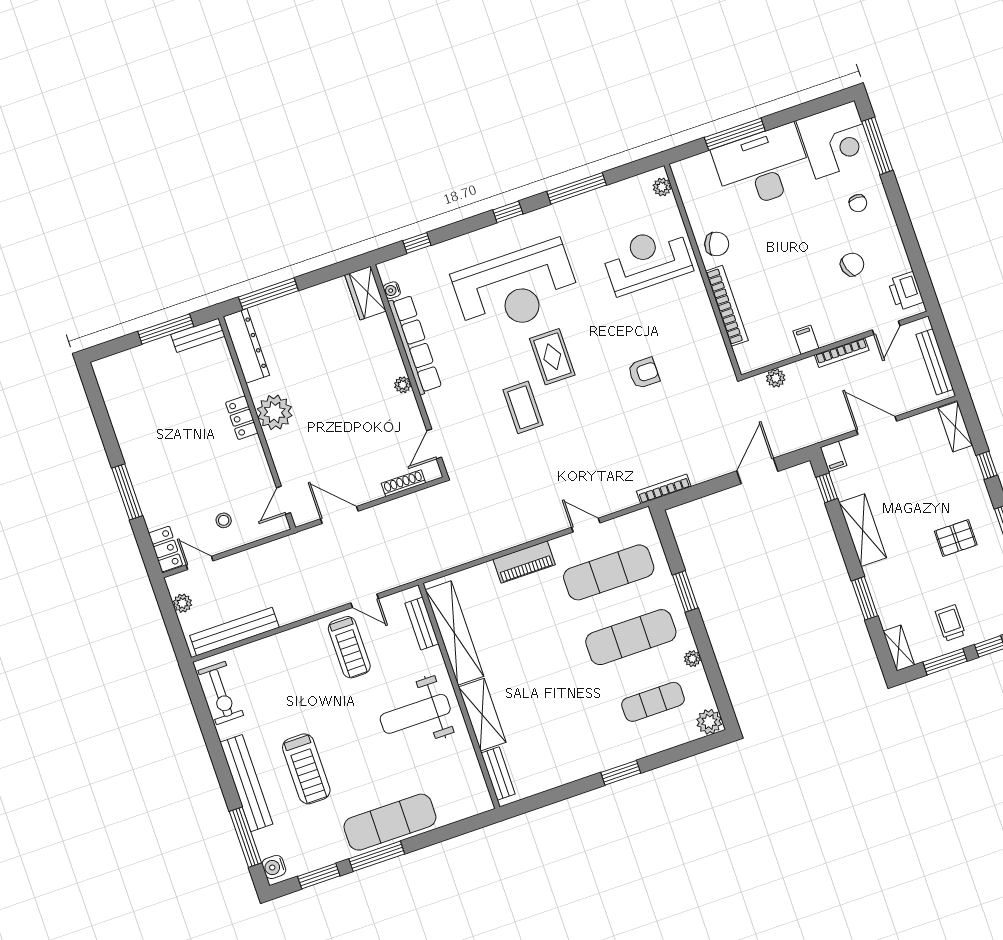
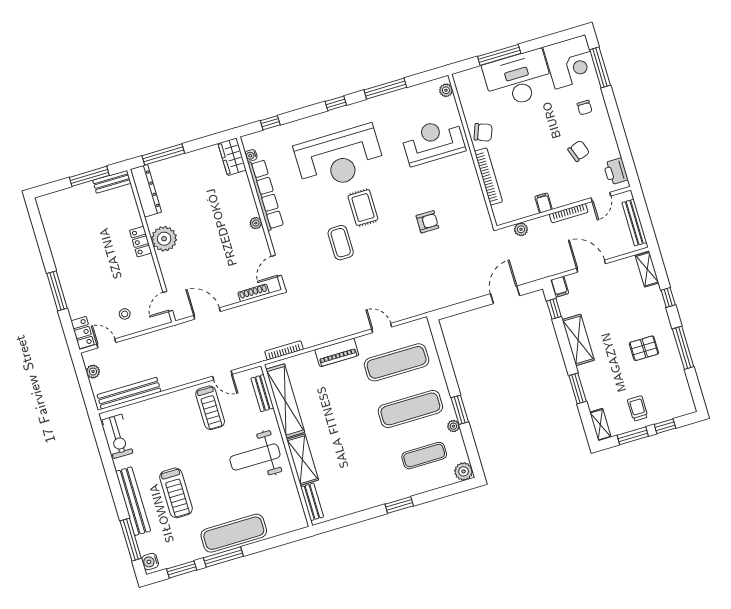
bookcase: (664, 489) -> (284, 350), moved
window: (685, 591) -> (460, 410), moved

